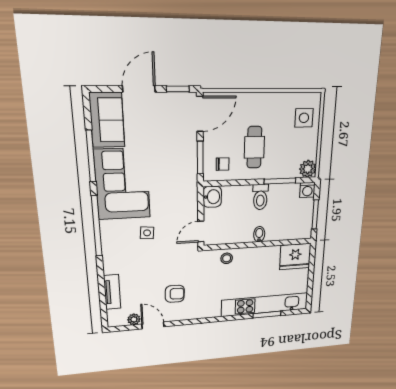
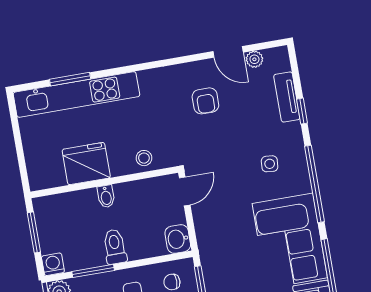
side table: (147, 233) -> (270, 164), moved
fridge: (295, 257) -> (86, 164), moved
window: (101, 281) -> (302, 111), added
armchair: (175, 294) -> (205, 101), turned -92

